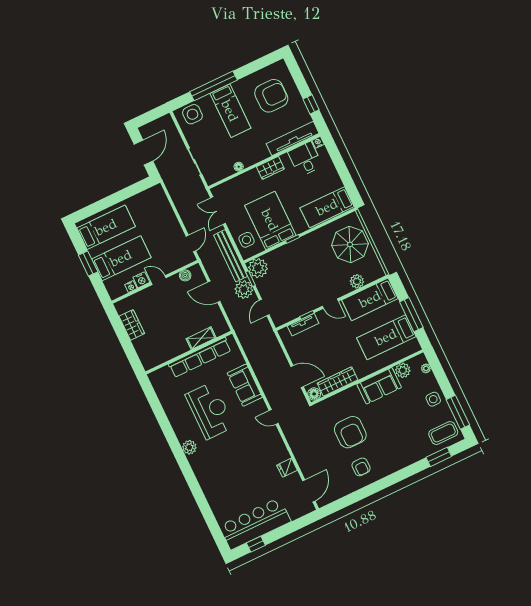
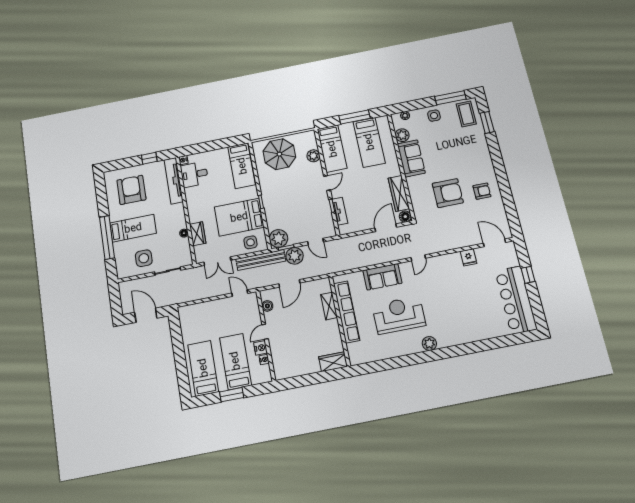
side table: (192, 114) -> (144, 258), moved
wardrobe: (270, 168) -> (198, 234), moved
wardrobe: (132, 325) -> (333, 362), moved
window: (256, 544) -> (528, 275), moved

